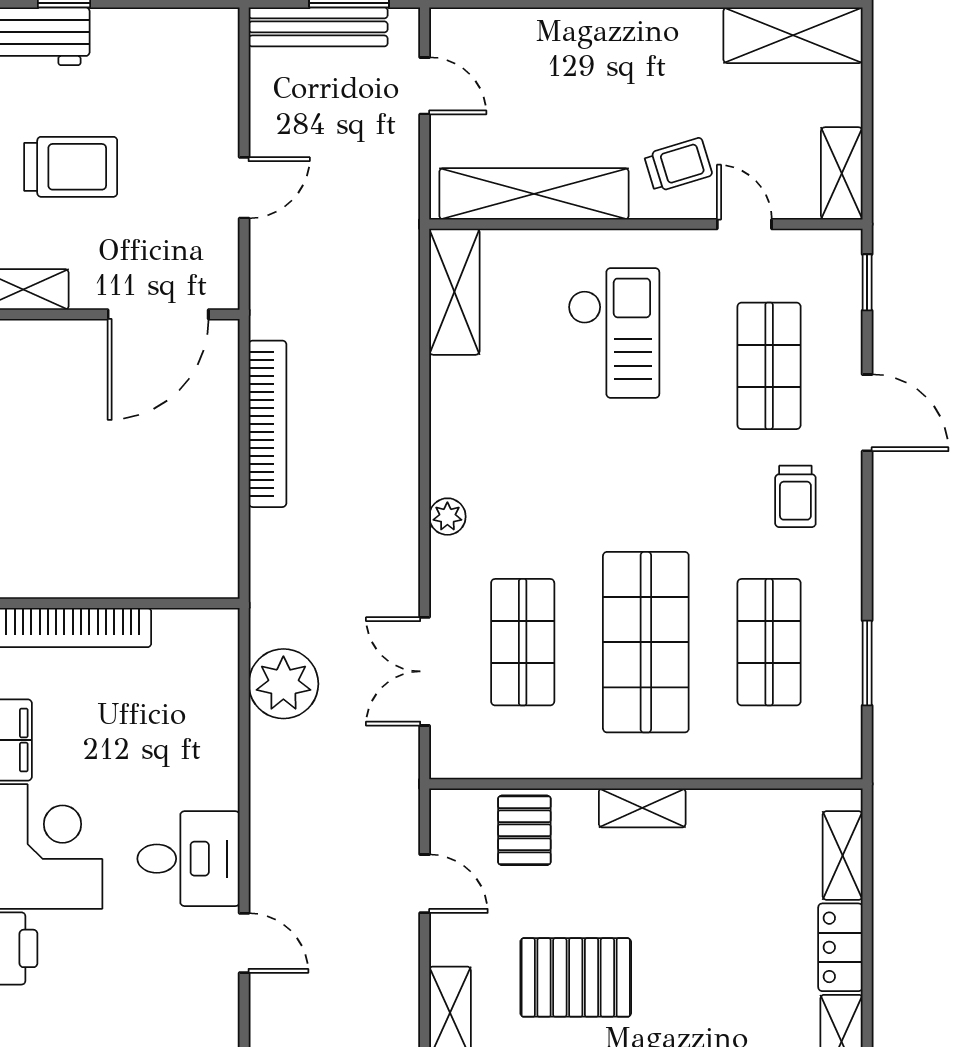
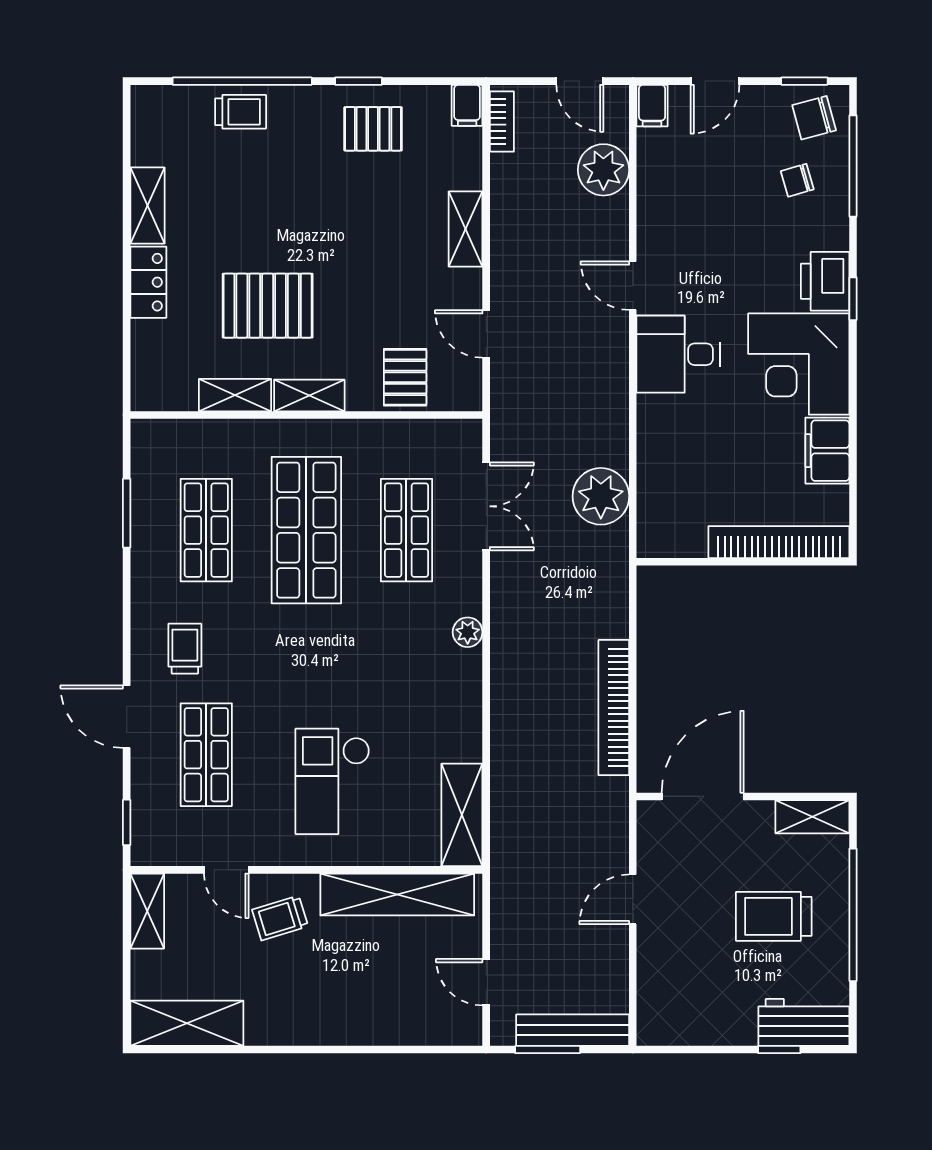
shelving: (843, 855) -> (235, 395), moved, turned 90
pallet: (576, 977) -> (268, 306), moved

